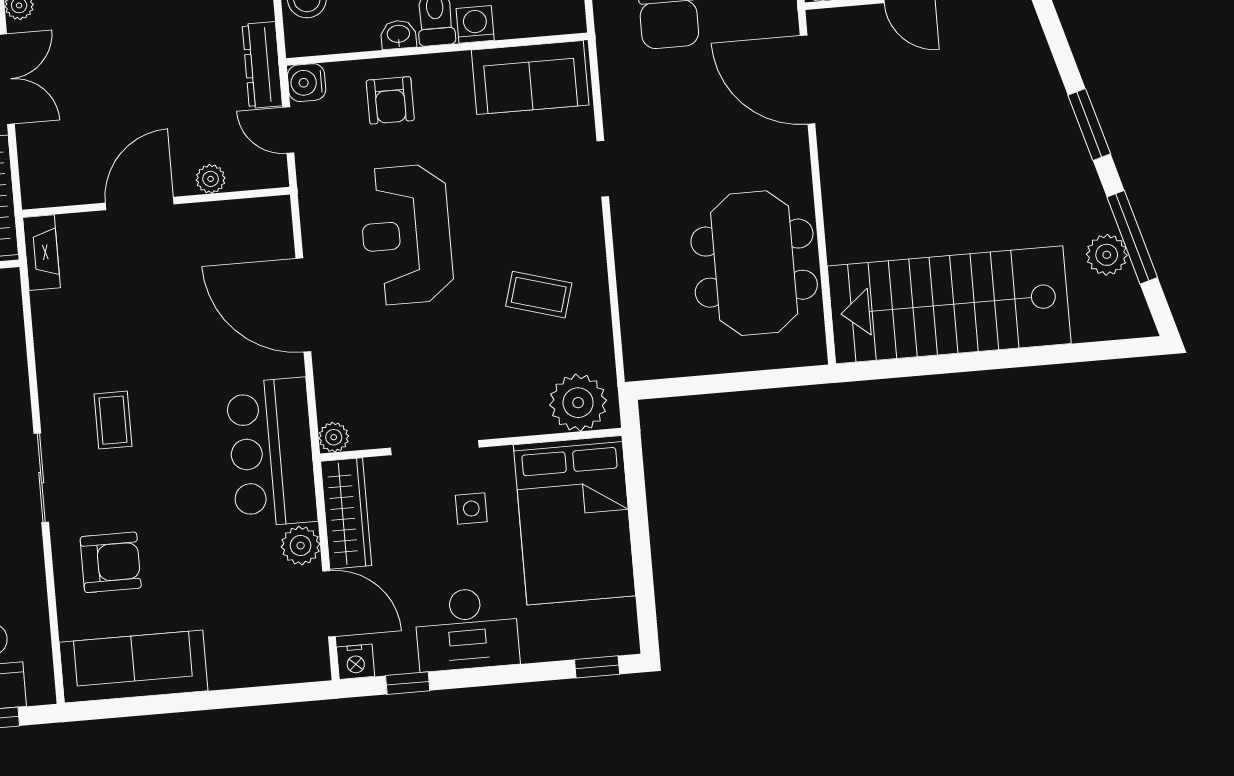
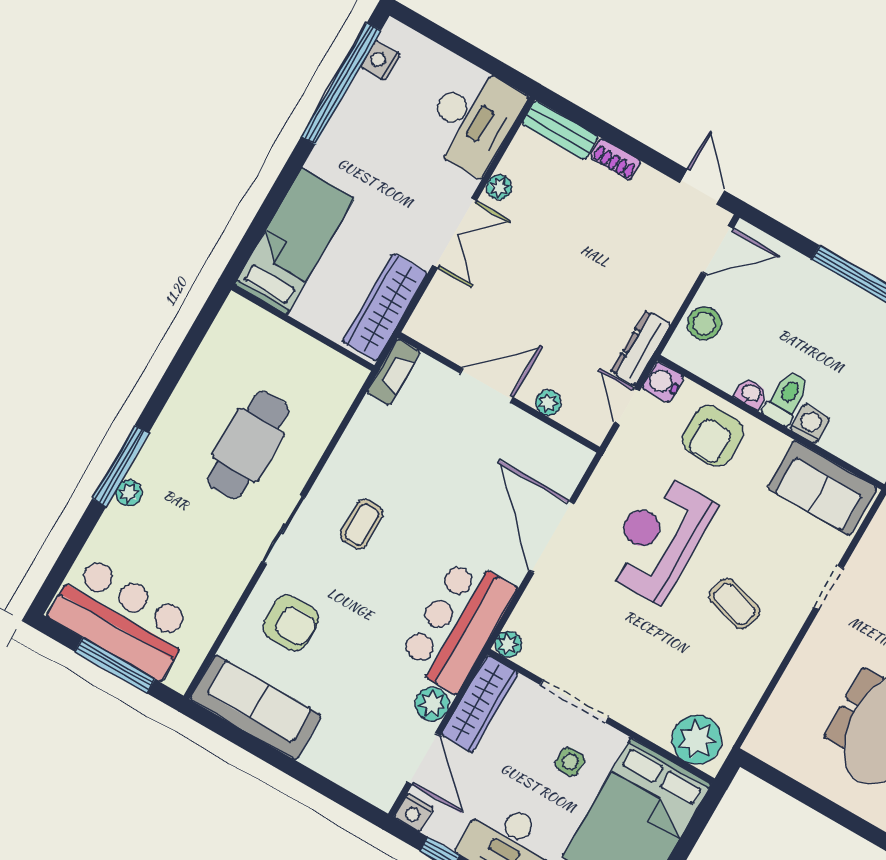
armchair: (390, 100) -> (713, 436), width x1.38, depth x1.38
coffee table: (539, 295) -> (734, 604), moved

